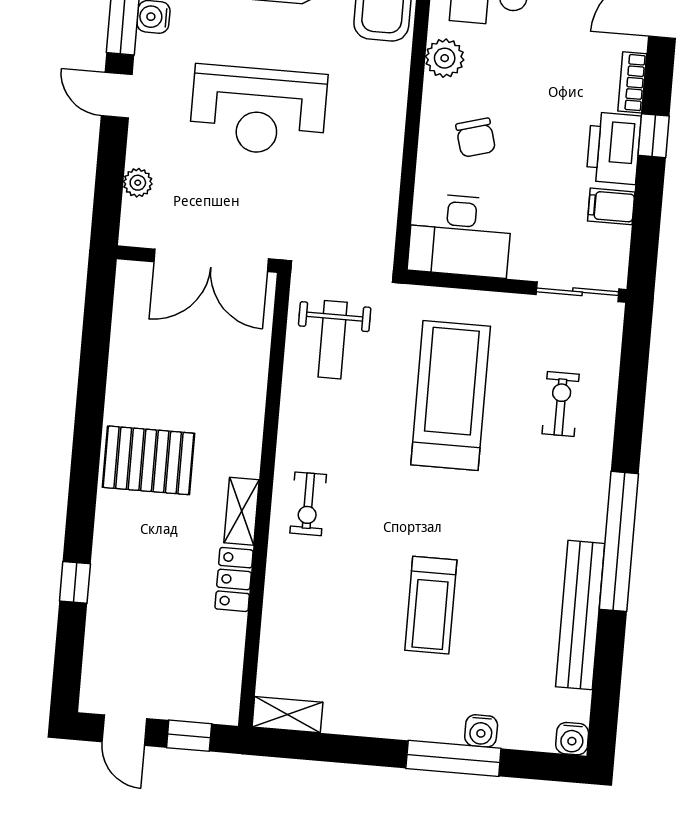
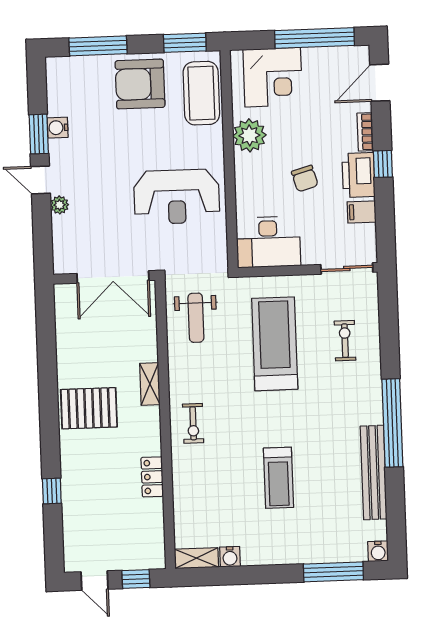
plant: (445, 58) -> (249, 135), width x1.36, depth x1.36
reception desk: (258, 110) -> (177, 197), moved
chair: (476, 138) -> (305, 179), moved
plant: (138, 183) -> (59, 205), moved
shelving: (242, 511) -> (150, 384), moved
water cooler: (481, 731) -> (230, 557), moved
window: (453, 758) -> (333, 572), moved

